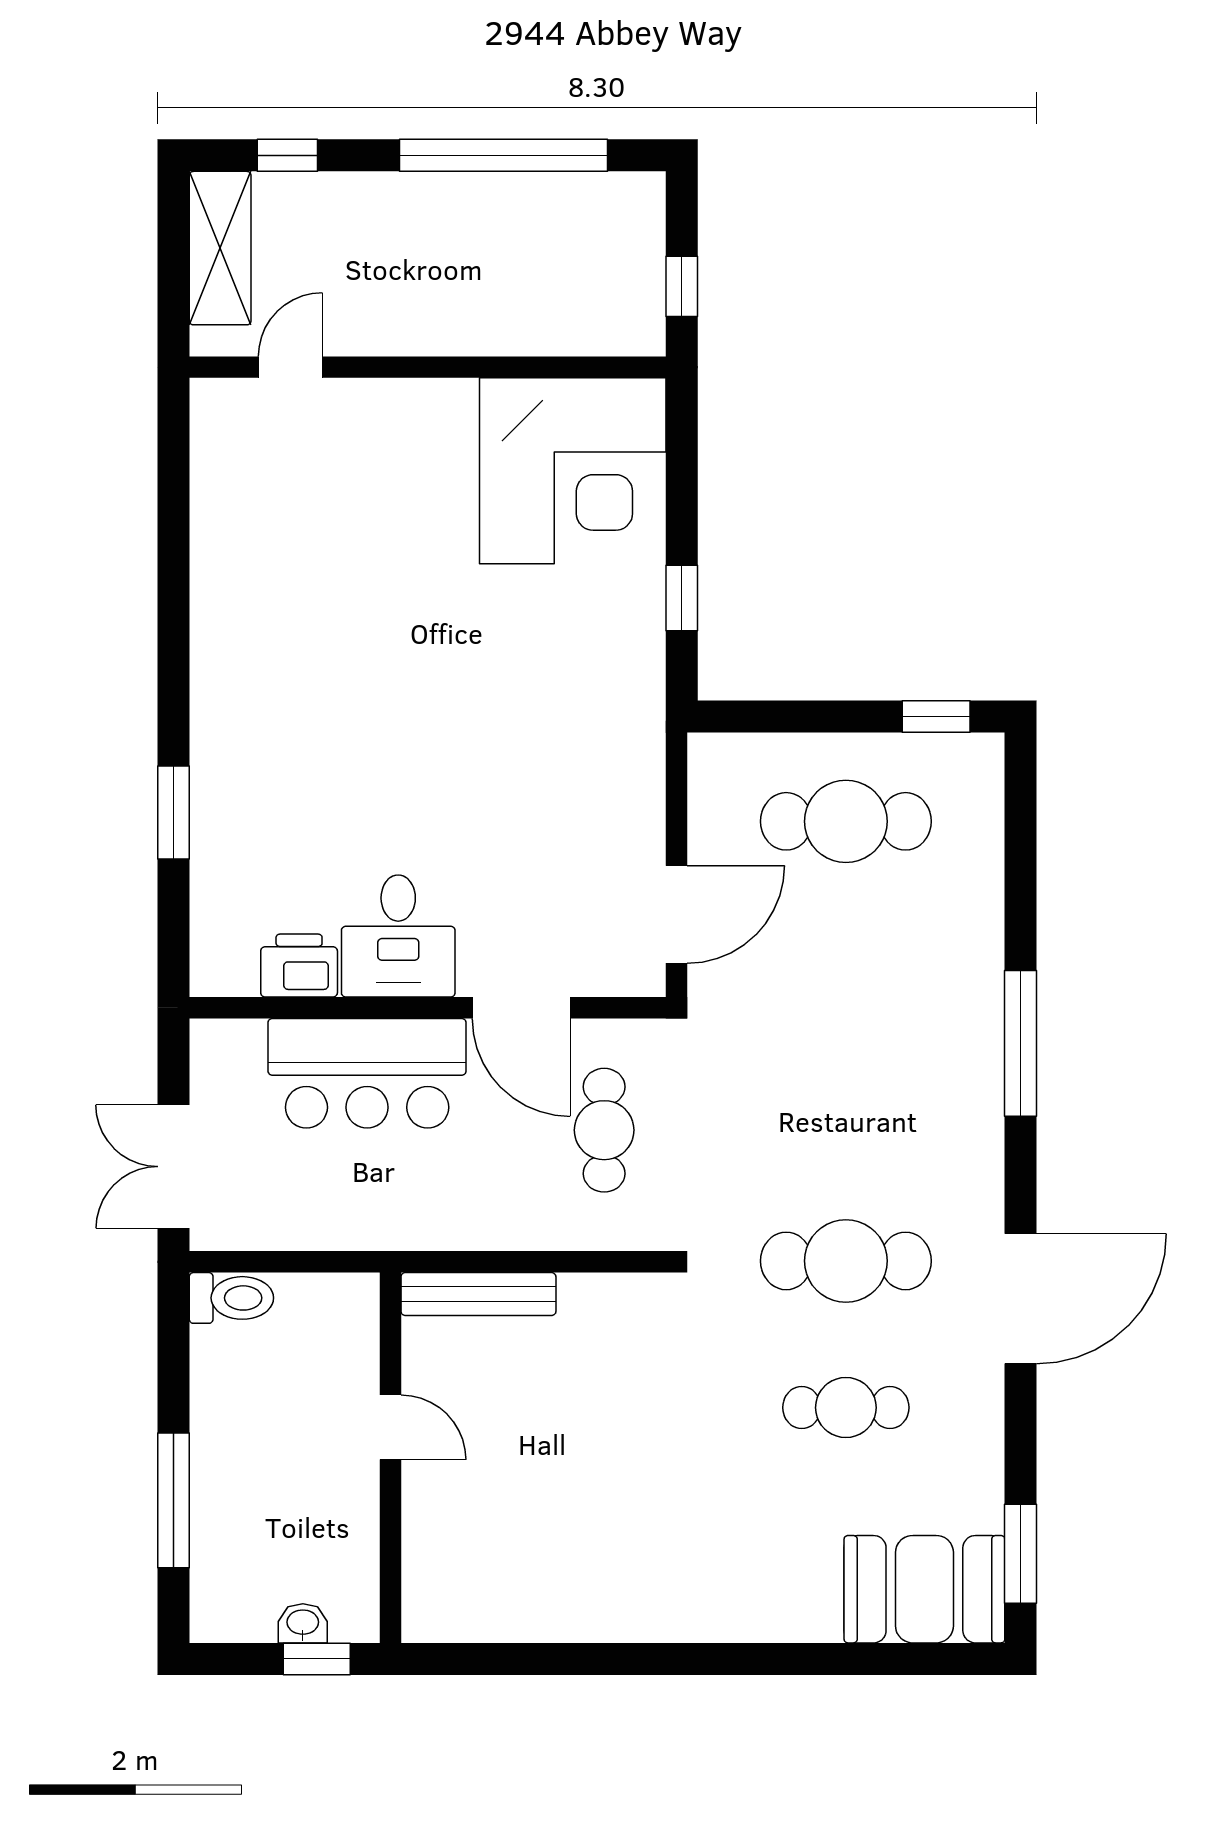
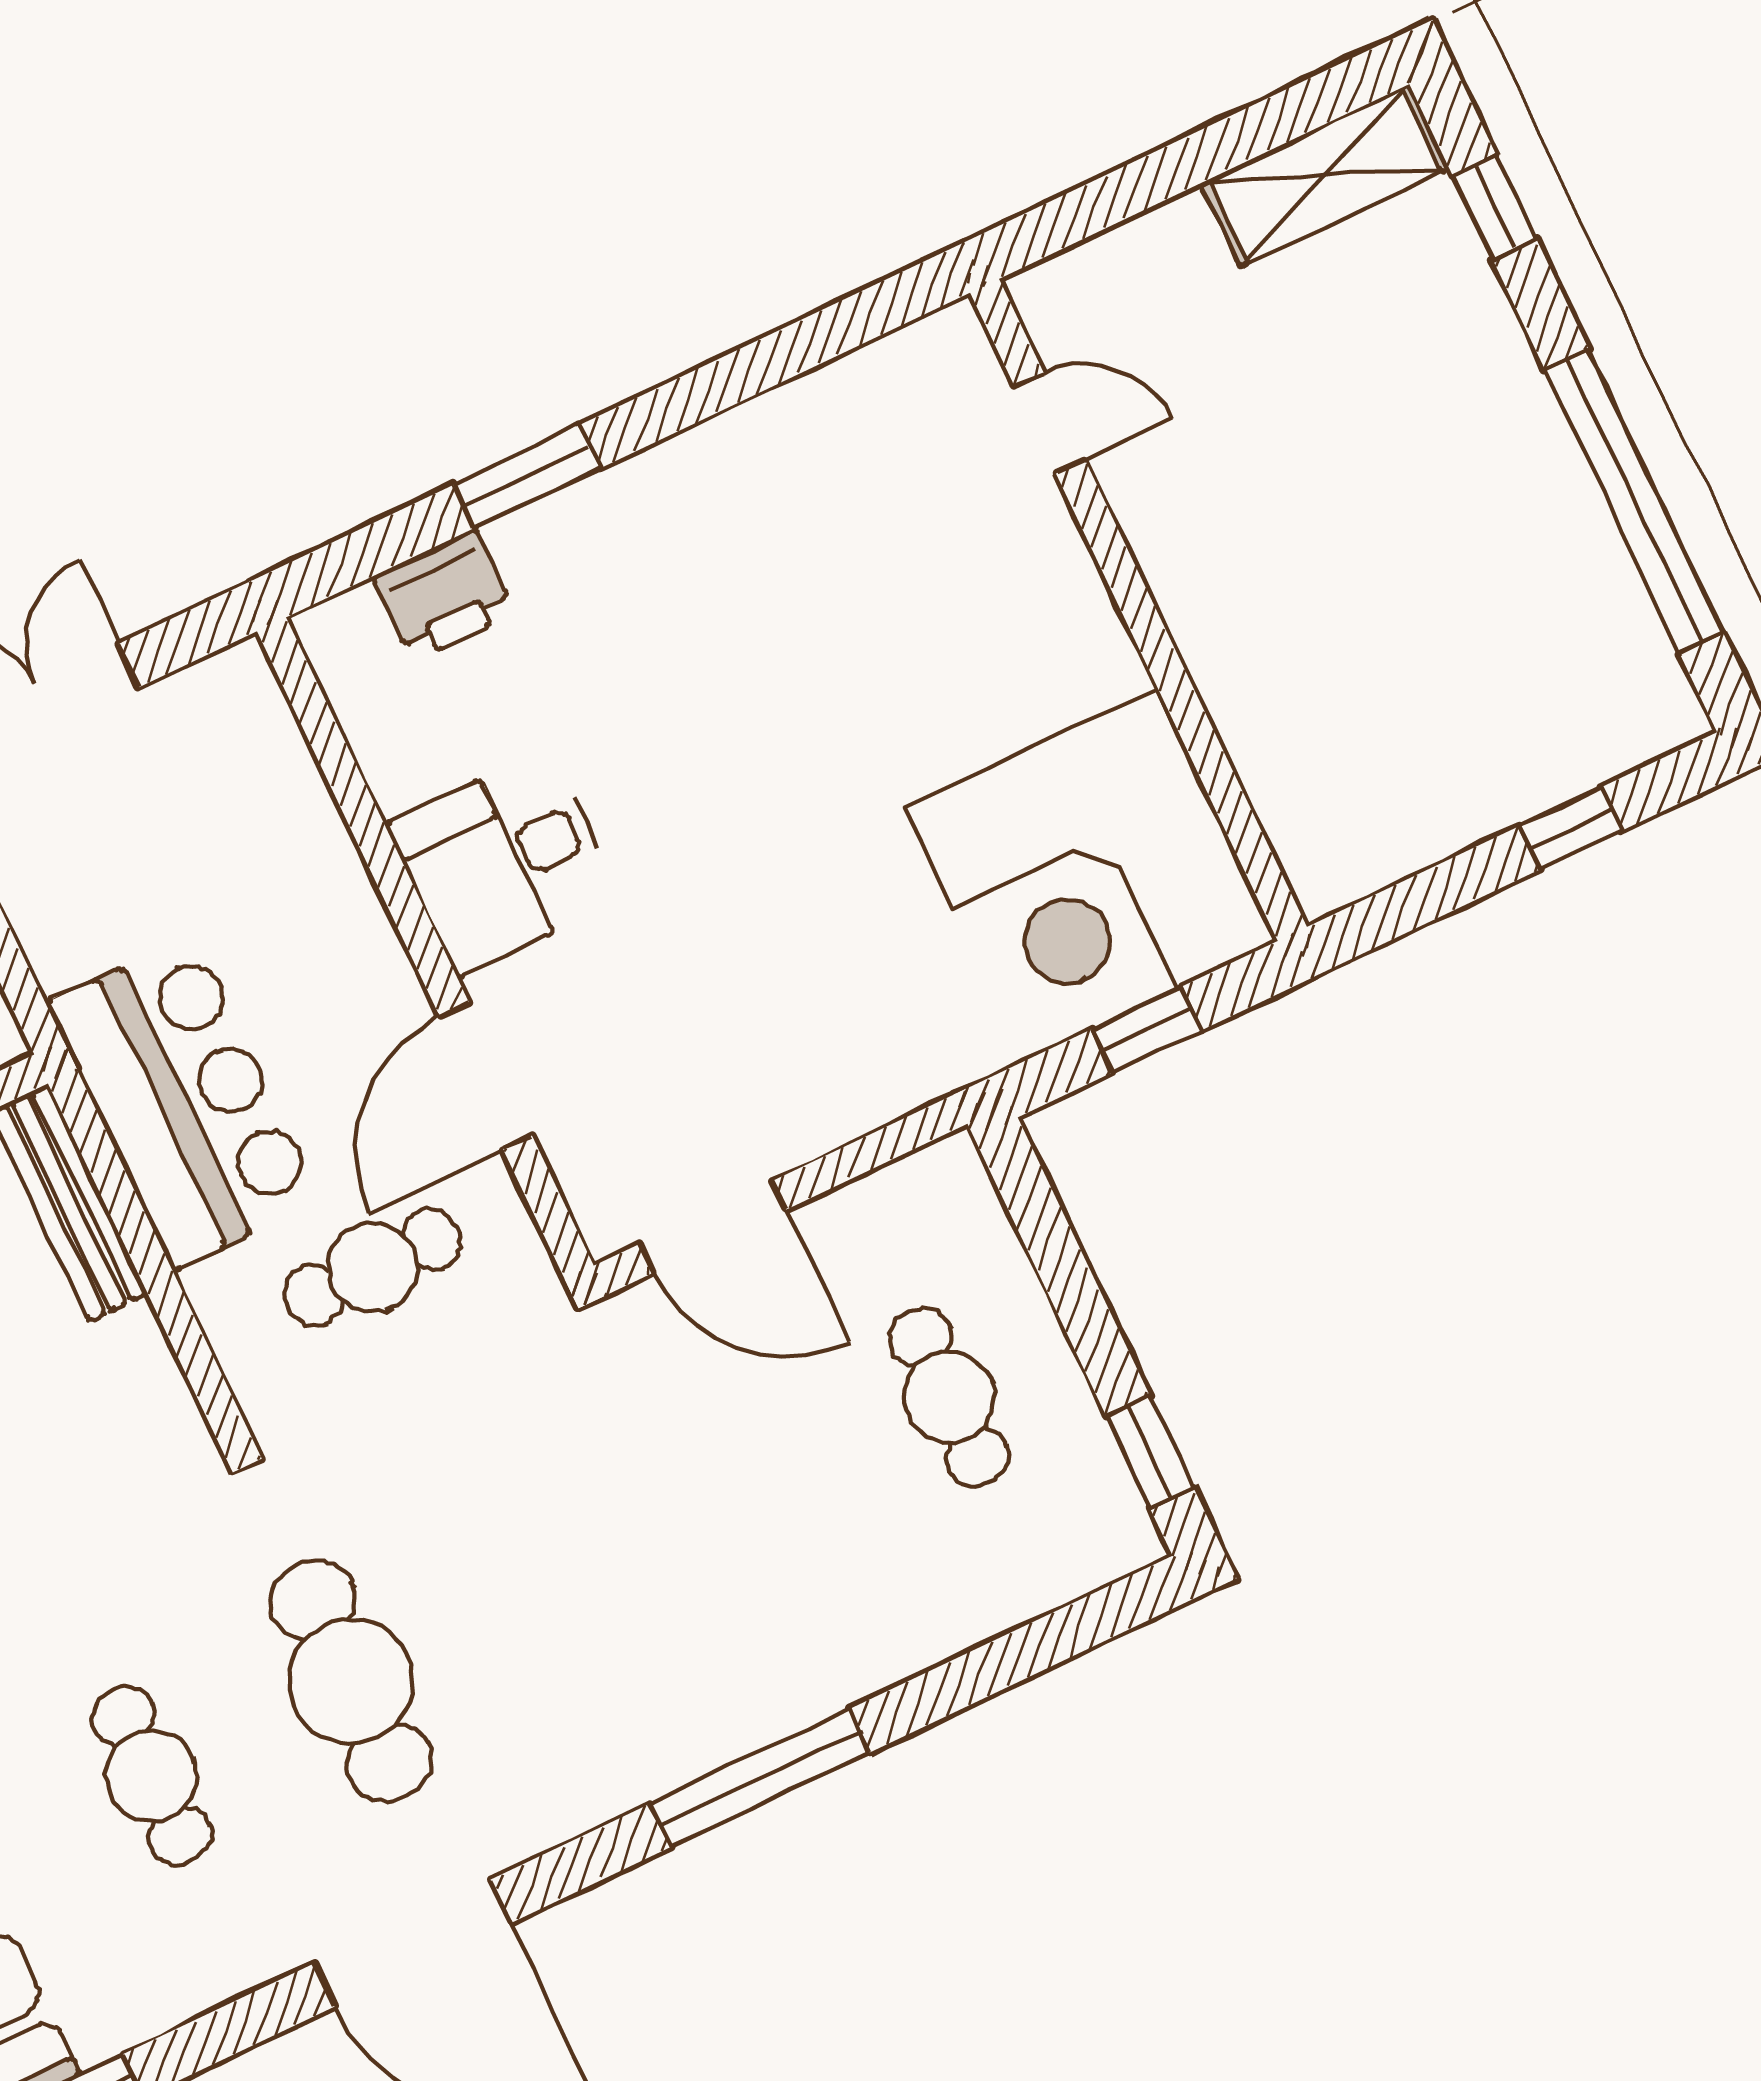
door: (290, 367) -> (1050, 423), moved
wall: (428, 367) -> (1138, 610), moved
corner desk: (573, 471) -> (1091, 874), moved
cafe table: (846, 821) -> (949, 1397), width x0.73, depth x0.74
printer: (299, 966) -> (444, 595), moved, turned 90
bar counter: (367, 1073) -> (184, 1102), moved, turned 180

